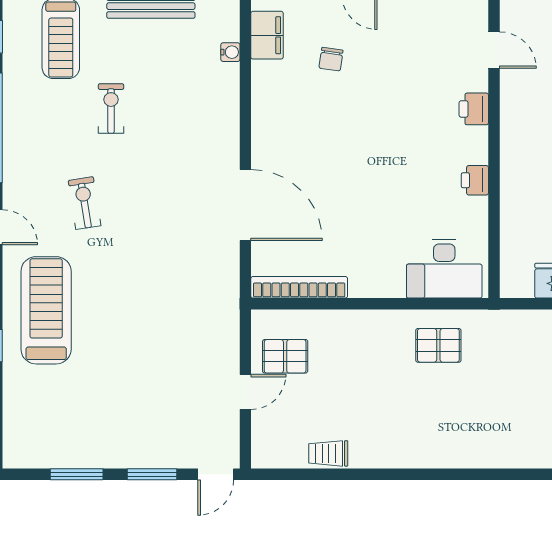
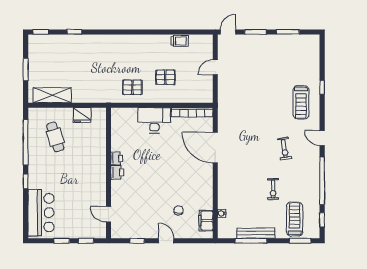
printer: (474, 109) -> (117, 172), moved
desk: (444, 269) -> (154, 120), moved
treadmill: (46, 310) -> (301, 102), width x0.73, depth x0.73
pallet: (285, 356) -> (165, 77), moved

